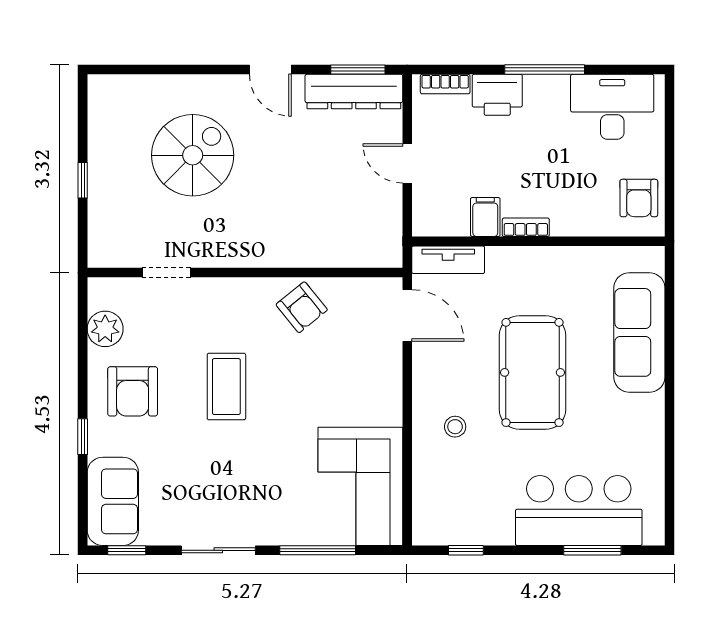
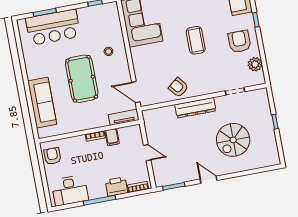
dresser: (354, 92) -> (195, 108), moved, turned 180
coffee table: (226, 387) -> (196, 40), moved

